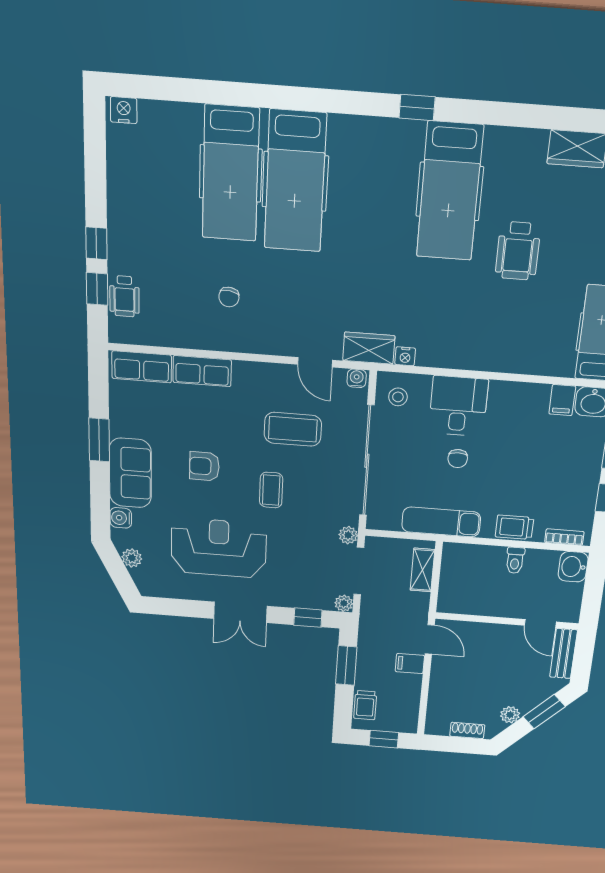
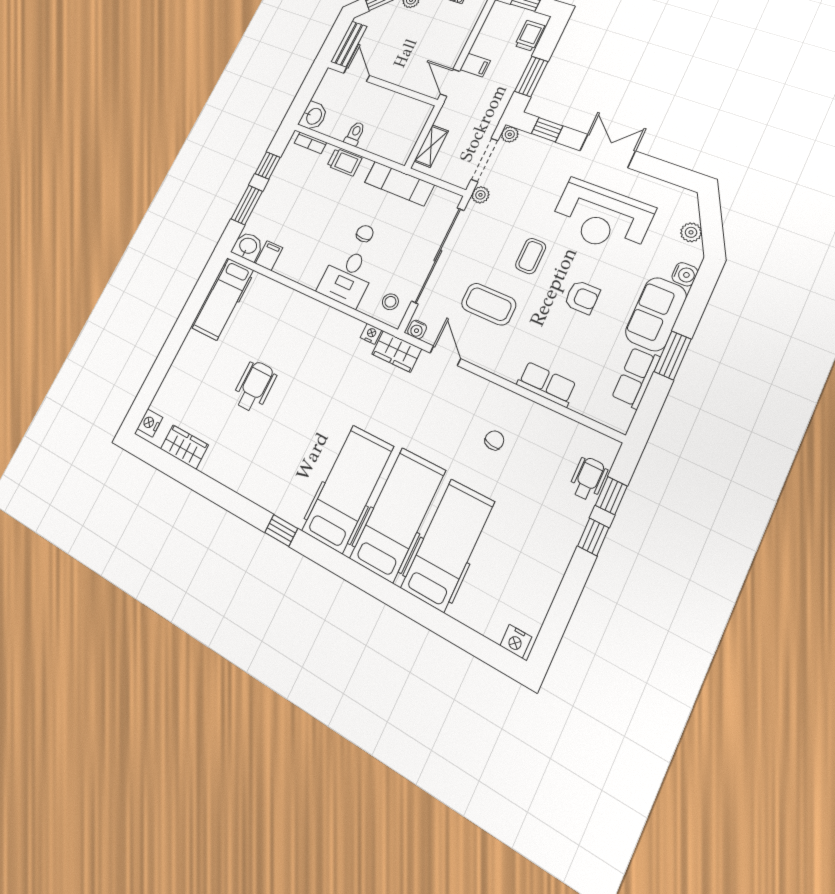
hospital bed: (450, 192) -> (348, 489), moved
row of seats: (142, 367) -> (636, 378), moved, turned -90

